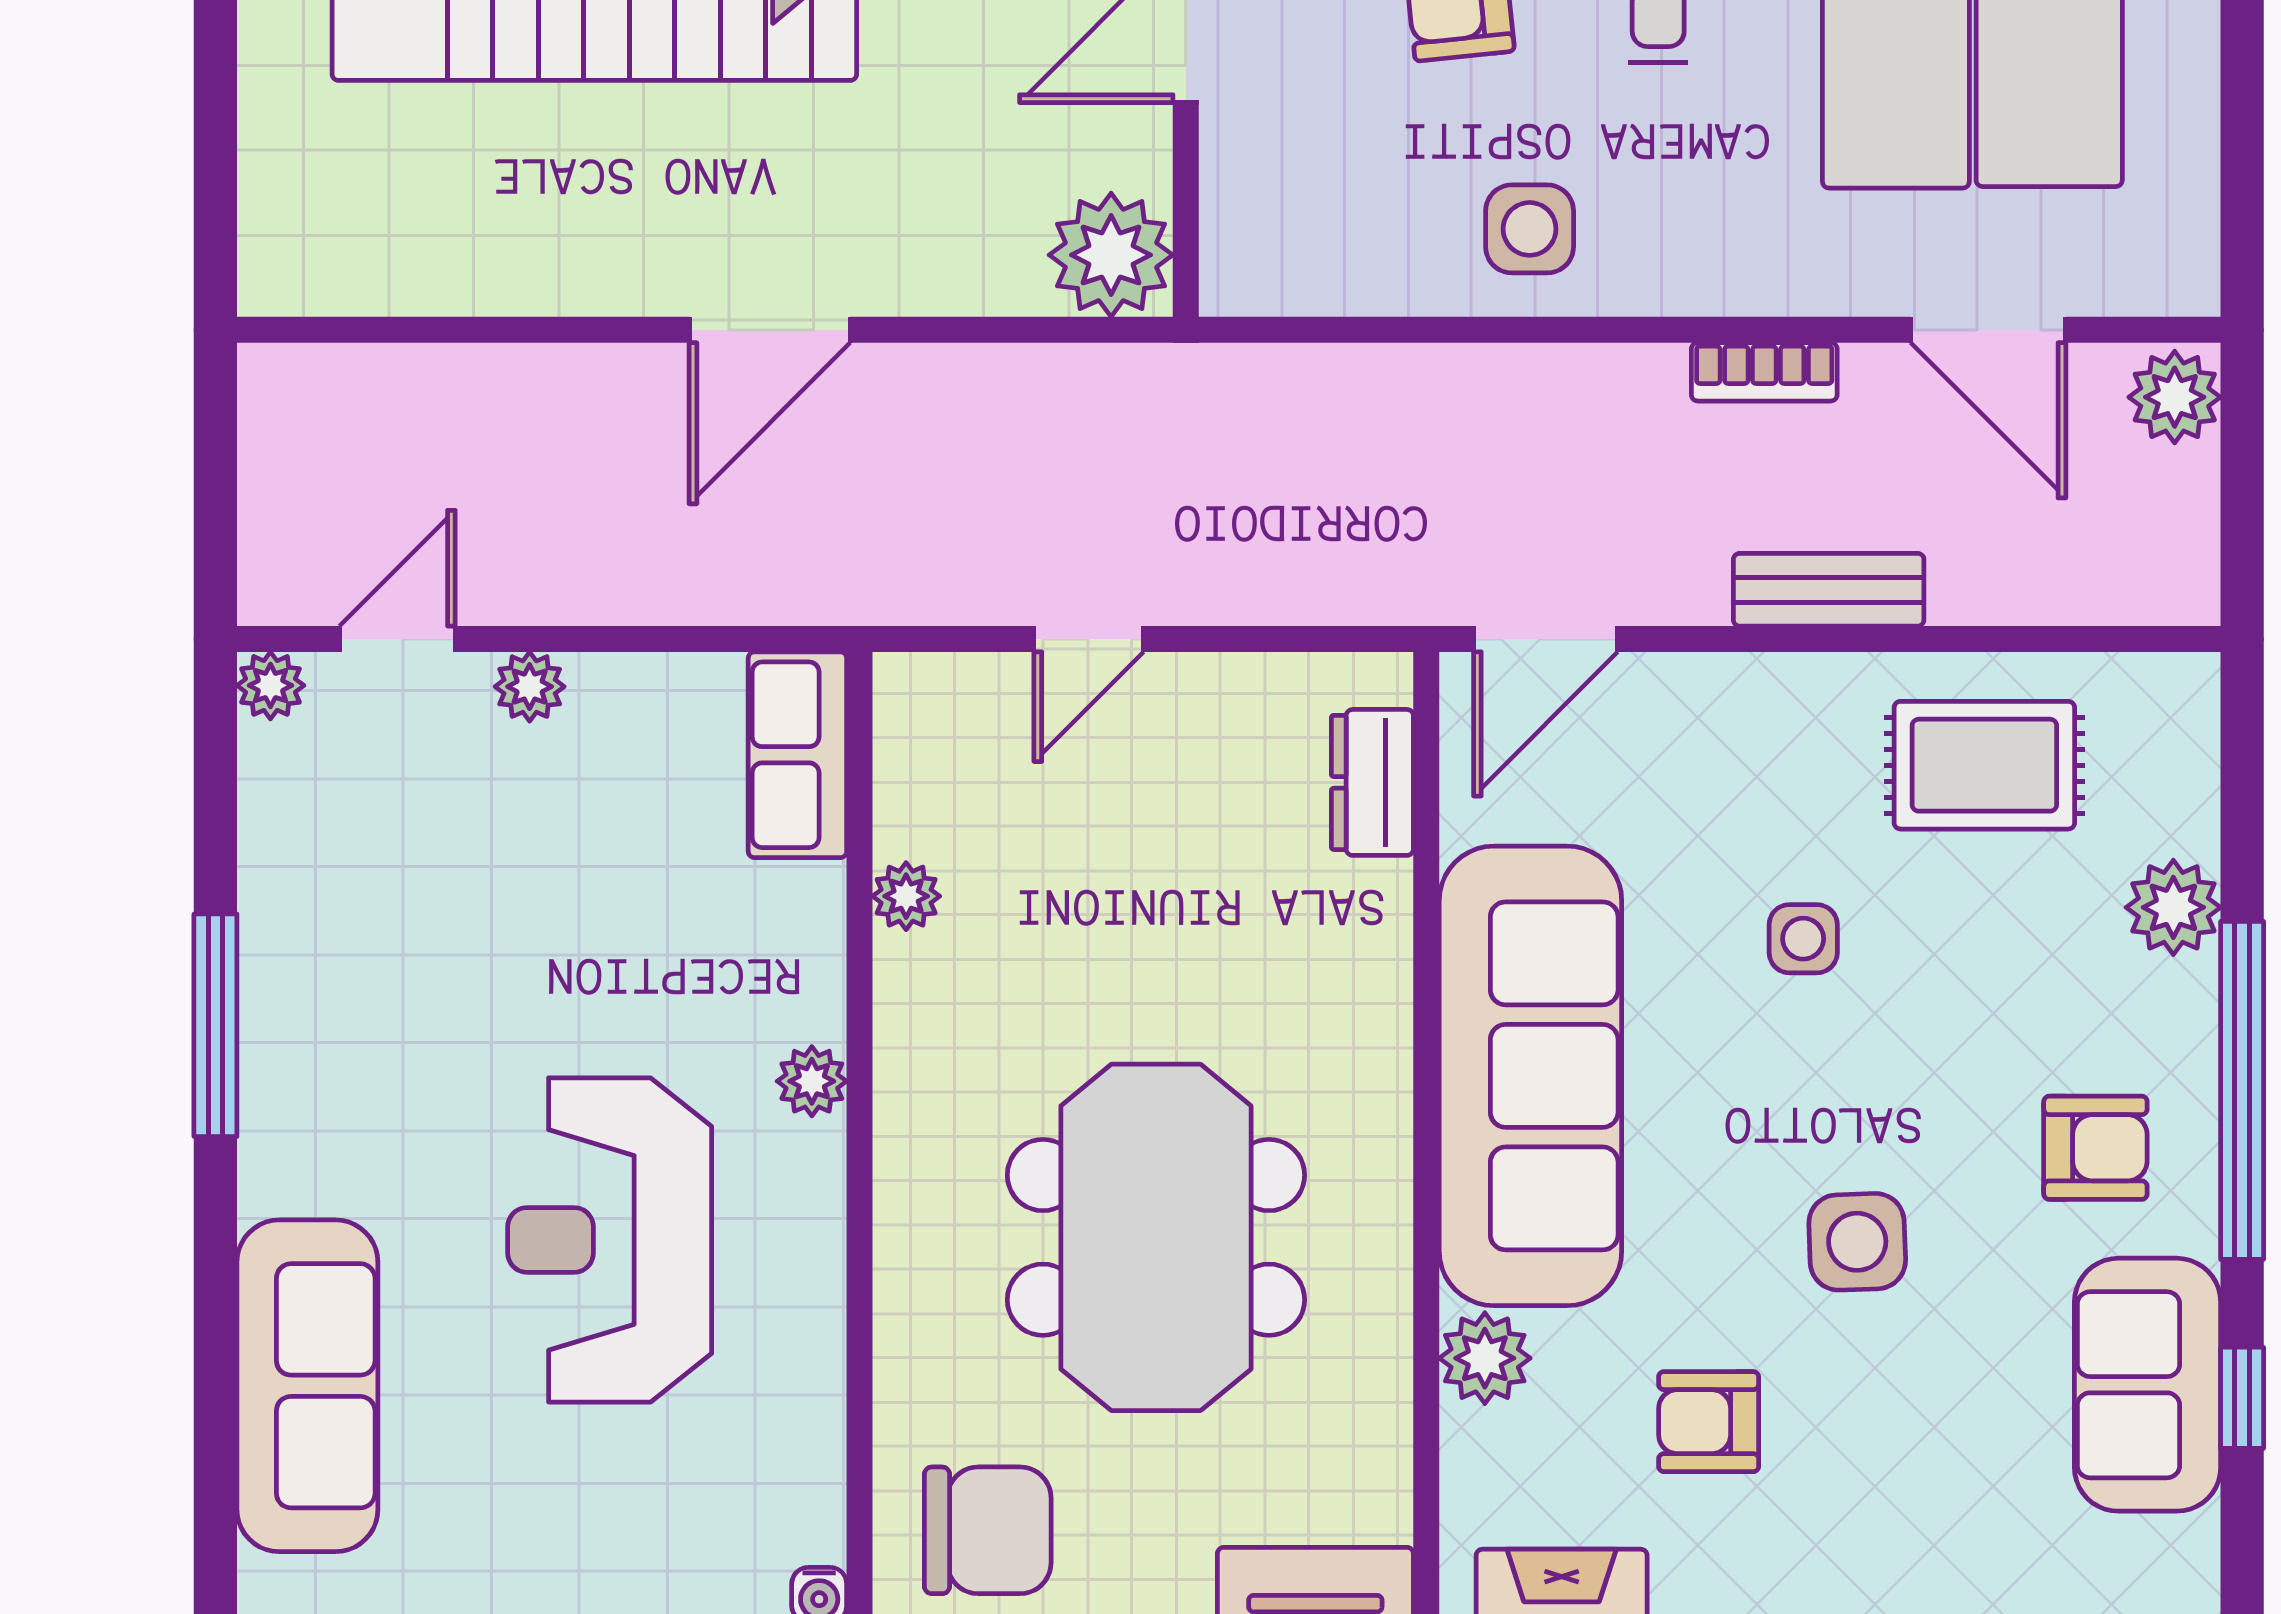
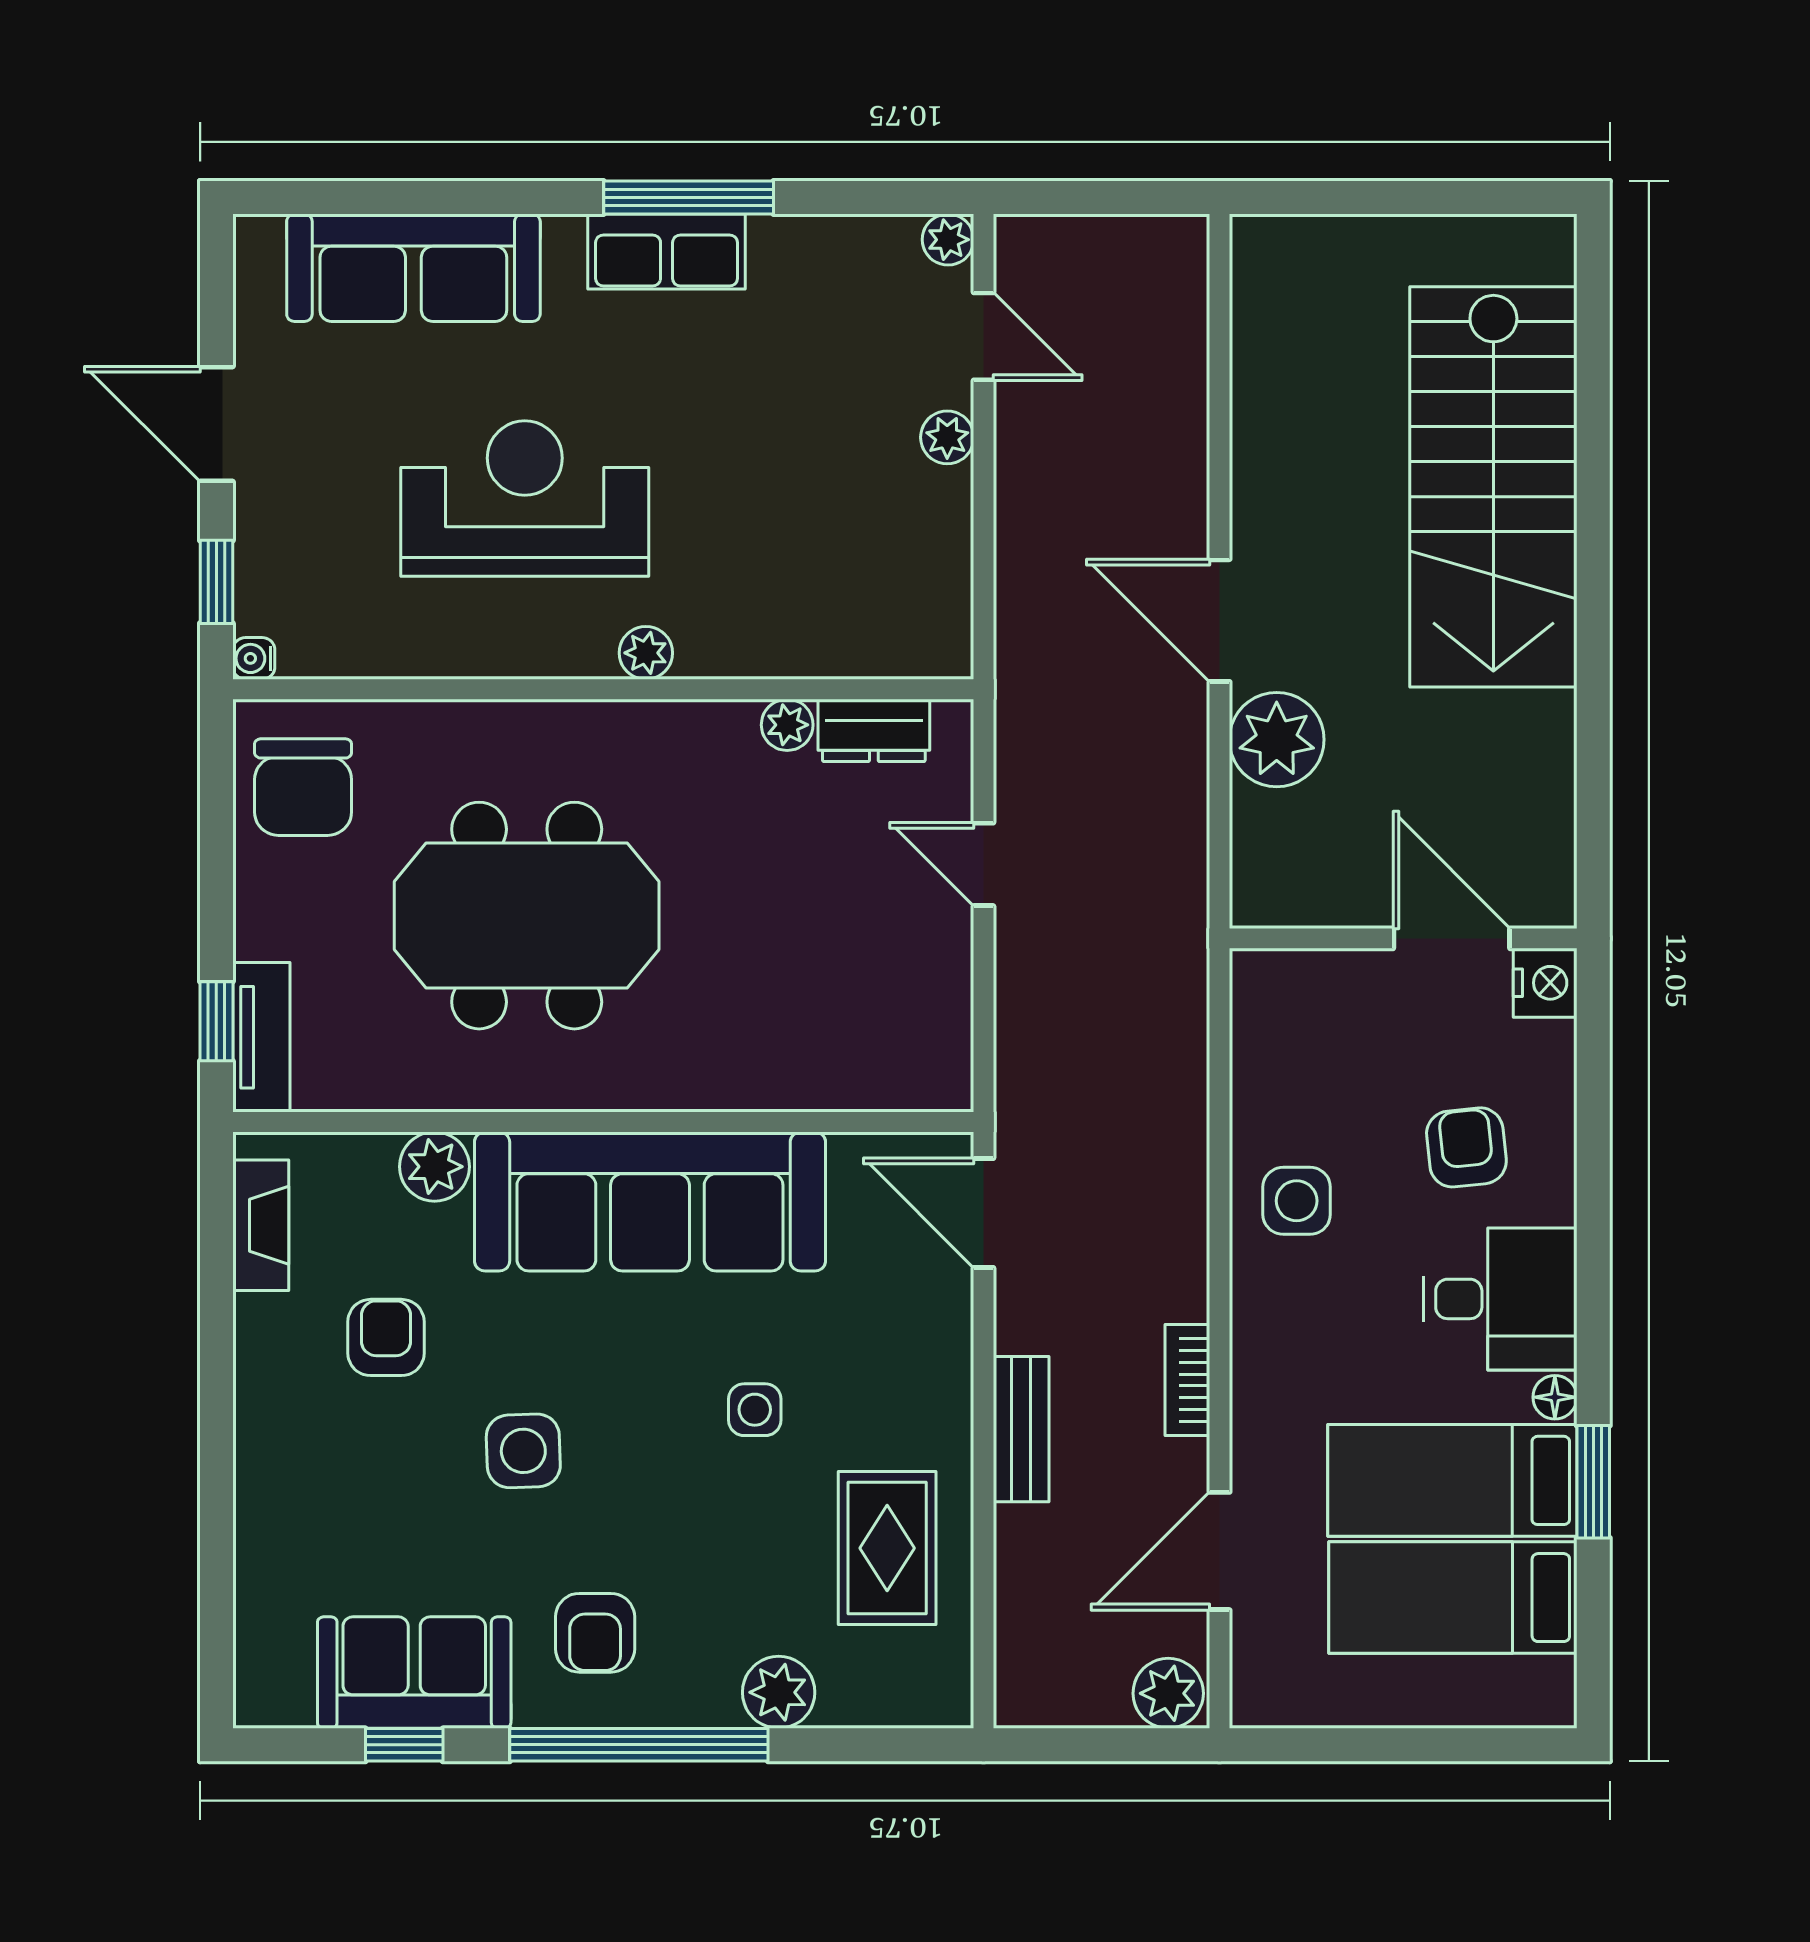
plant: (1111, 255) -> (1277, 740), moved
row of seats: (797, 755) -> (667, 251), moved, turned 180
dresser: (1372, 782) -> (874, 730), moved, turned 180

